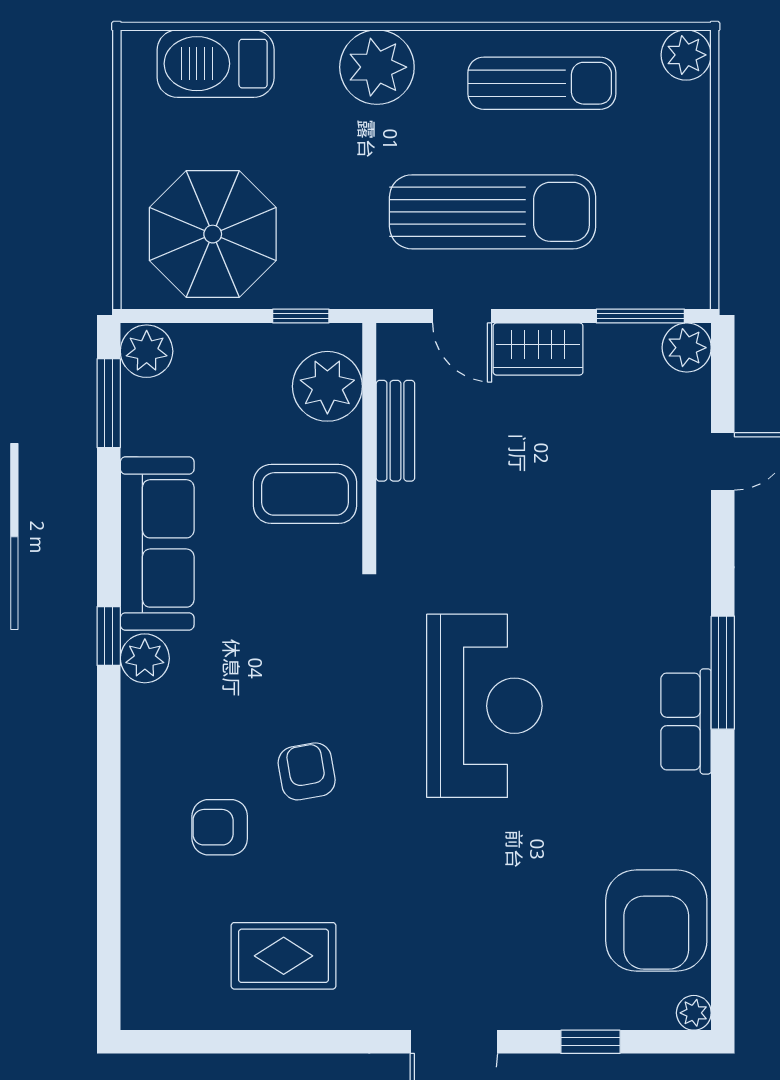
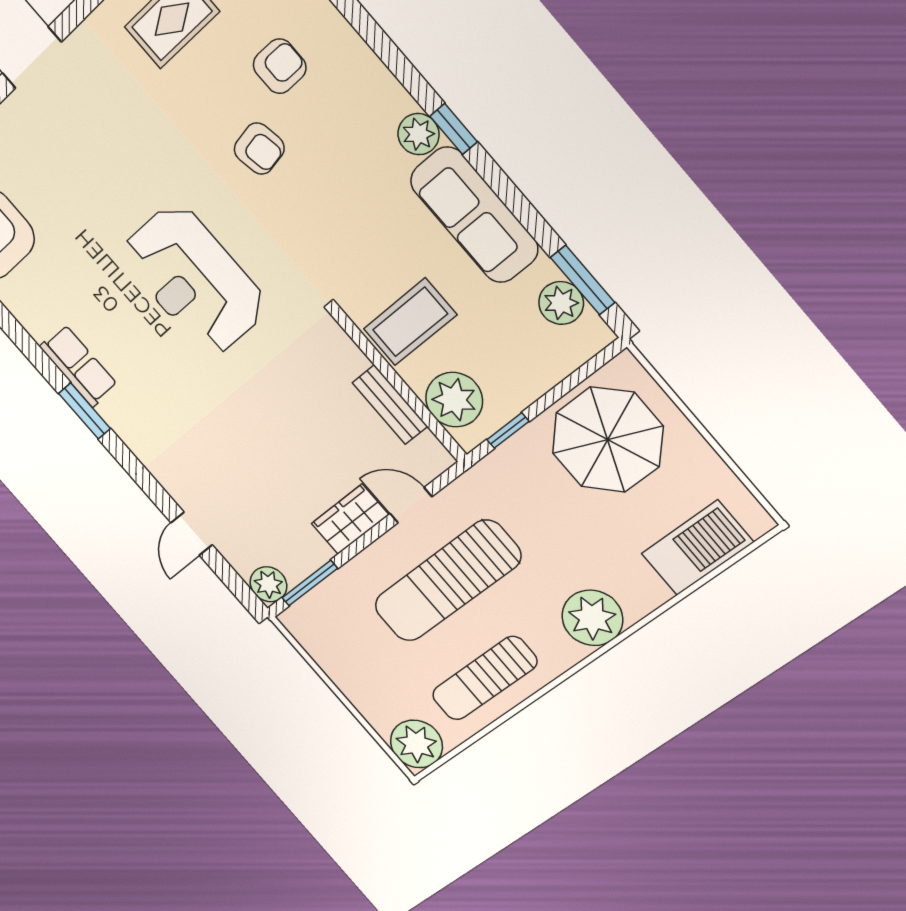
plant: (686, 55) -> (416, 744), width x1.36, depth x1.36
plant: (147, 351) -> (561, 303), moved
window: (723, 673) -> (85, 411), width x0.69

